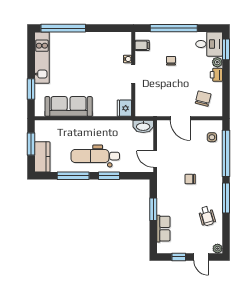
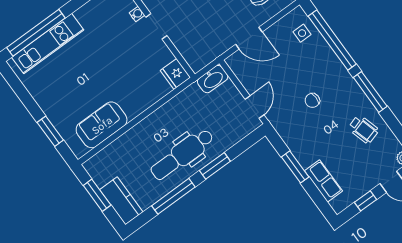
kitchen unit: (42, 58) -> (48, 44), moved, turned 90
sofa: (69, 106) -> (102, 125), width x0.73
door: (155, 159) -> (254, 107), swing flipped

